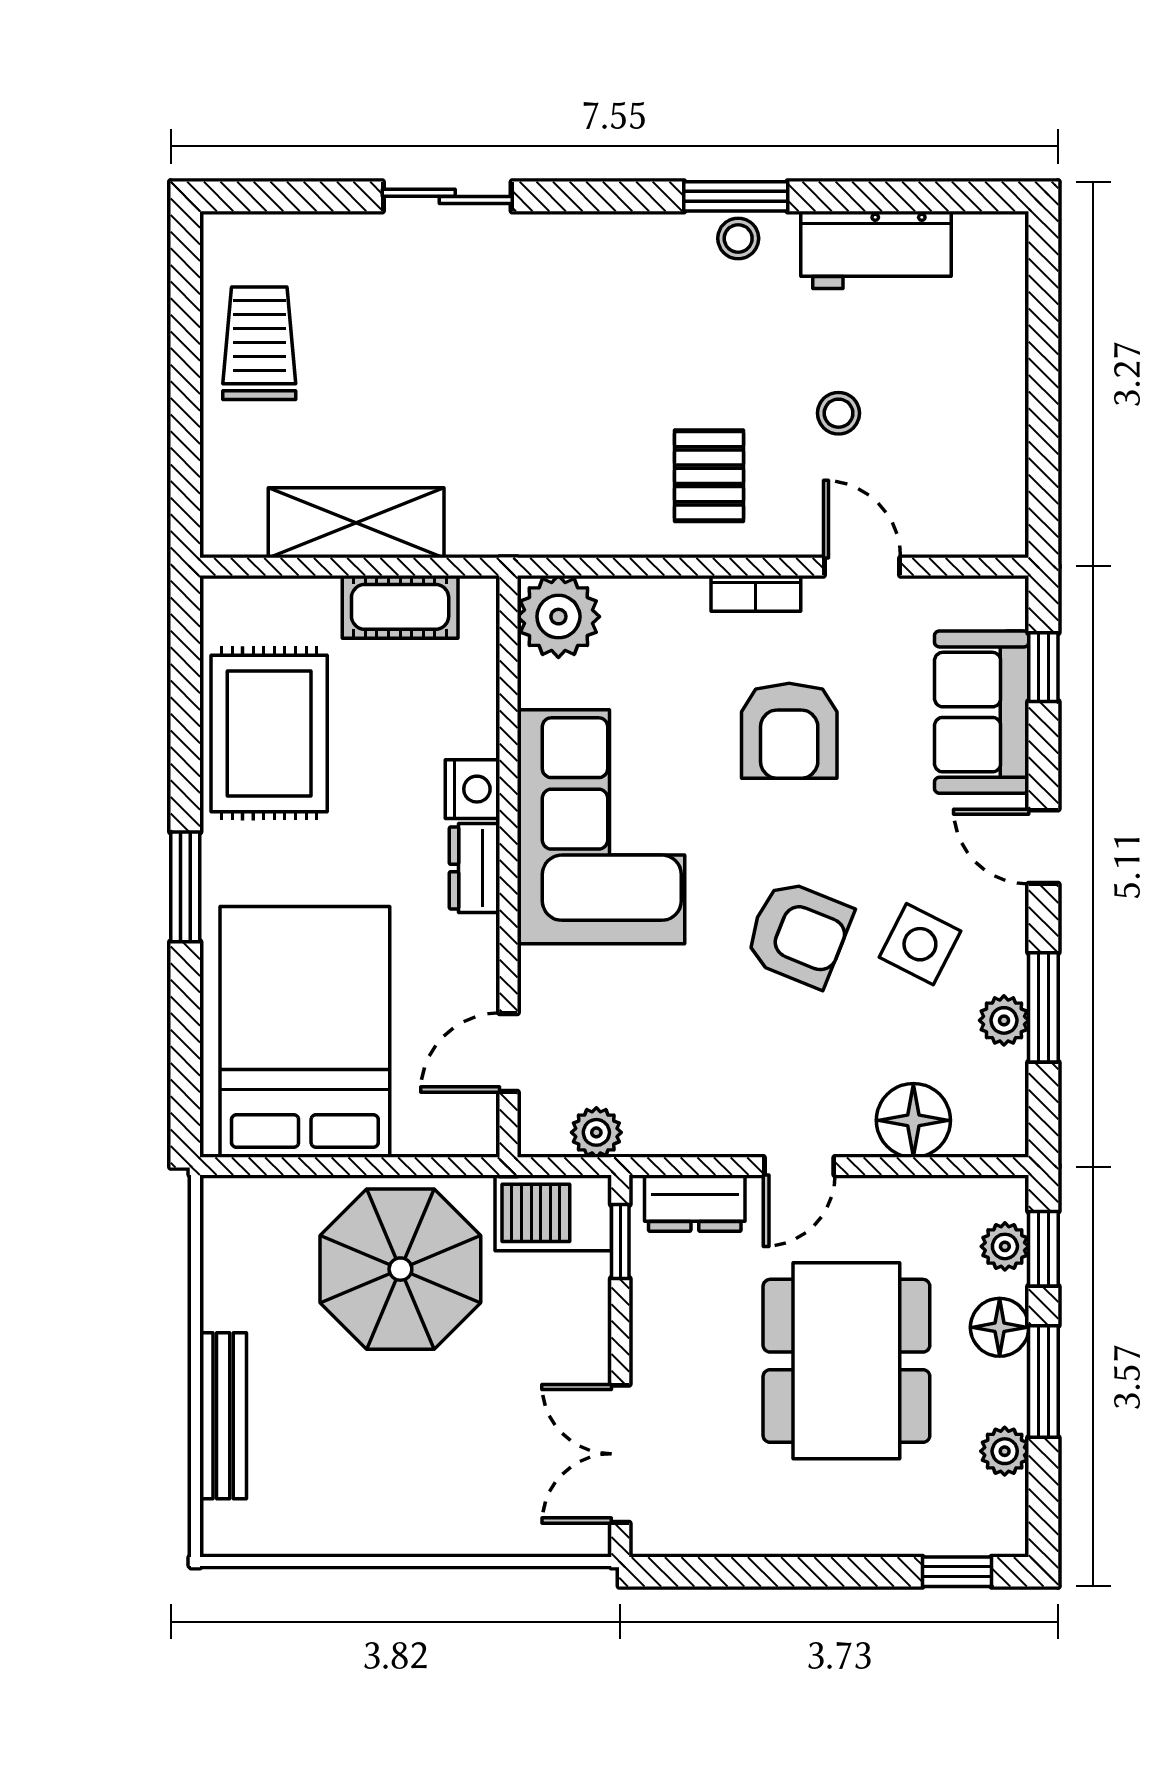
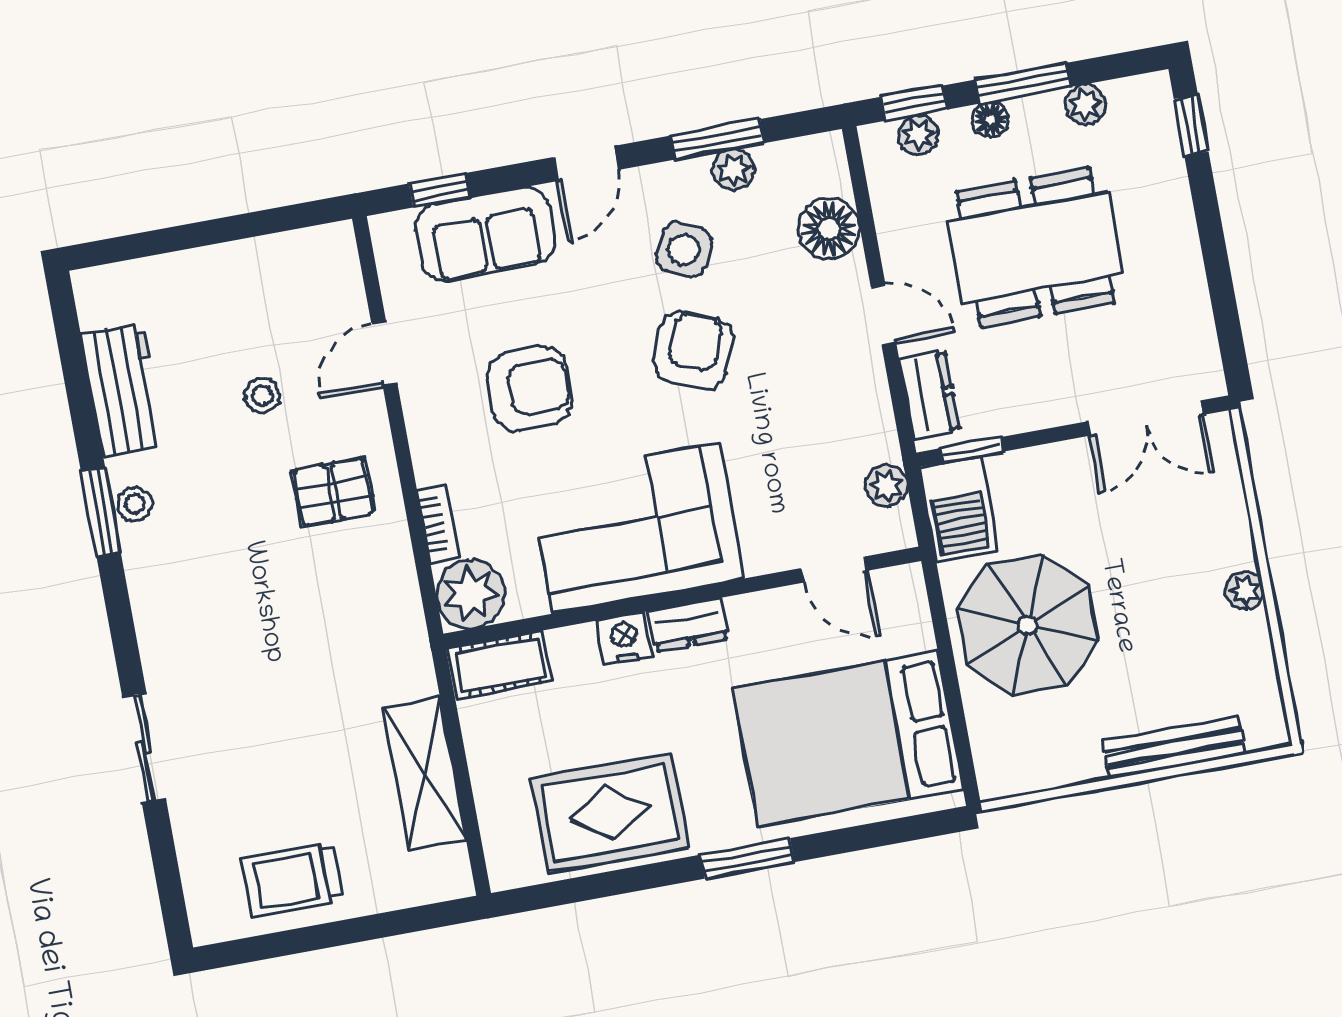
bookcase: (756, 593) -> (438, 524), moved
cot: (400, 607) -> (500, 665), moved, turned 90
floor lamp: (1000, 1327) -> (990, 120), width x0.73, depth x0.73
plant: (395, 1534) -> (1245, 590), added

